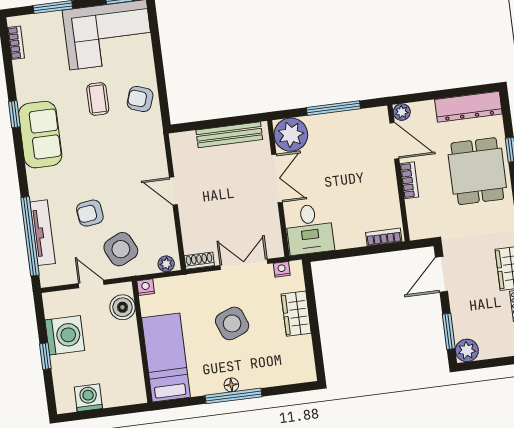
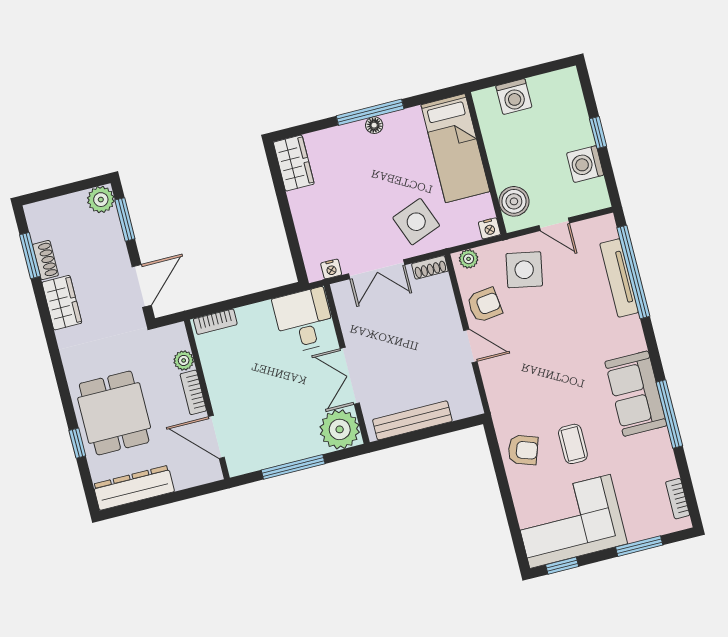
plant: (402, 112) -> (184, 360), moved
window: (14, 114) -> (669, 414), width x2.17
armchair: (90, 213) -> (485, 305), moved
side table: (121, 249) -> (524, 270), turned 37
wardrobe: (296, 314) -> (294, 163), moved
side table: (232, 323) -> (416, 222), moved
washing machine: (65, 335) -> (585, 164), width x0.73, depth x0.73
washing machine: (88, 398) -> (514, 97), moved

